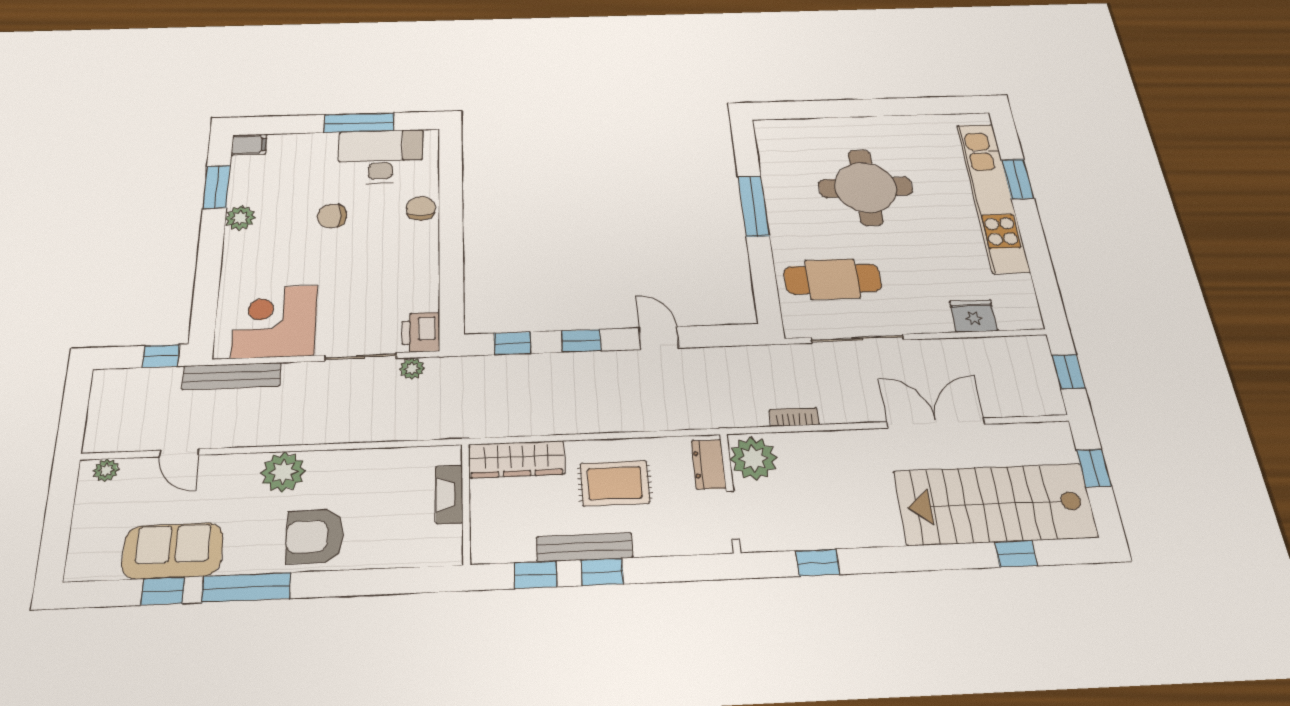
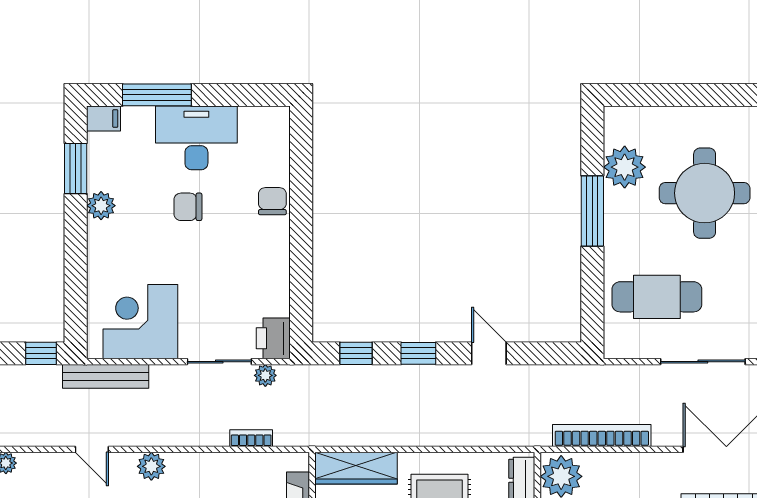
window: (359, 123) -> (157, 95), moved
desk: (381, 157) -> (196, 138), moved
plant: (781, 168) -> (625, 167), added
sliding door: (857, 339) -> (703, 362), moved
bookcase: (794, 417) -> (602, 436), width x2.31, depth x1.31
bookcase: (395, 433) -> (251, 438), added
door: (179, 453) -> (92, 449), moved
plant: (283, 472) -> (151, 466), width x0.73, depth x0.73

